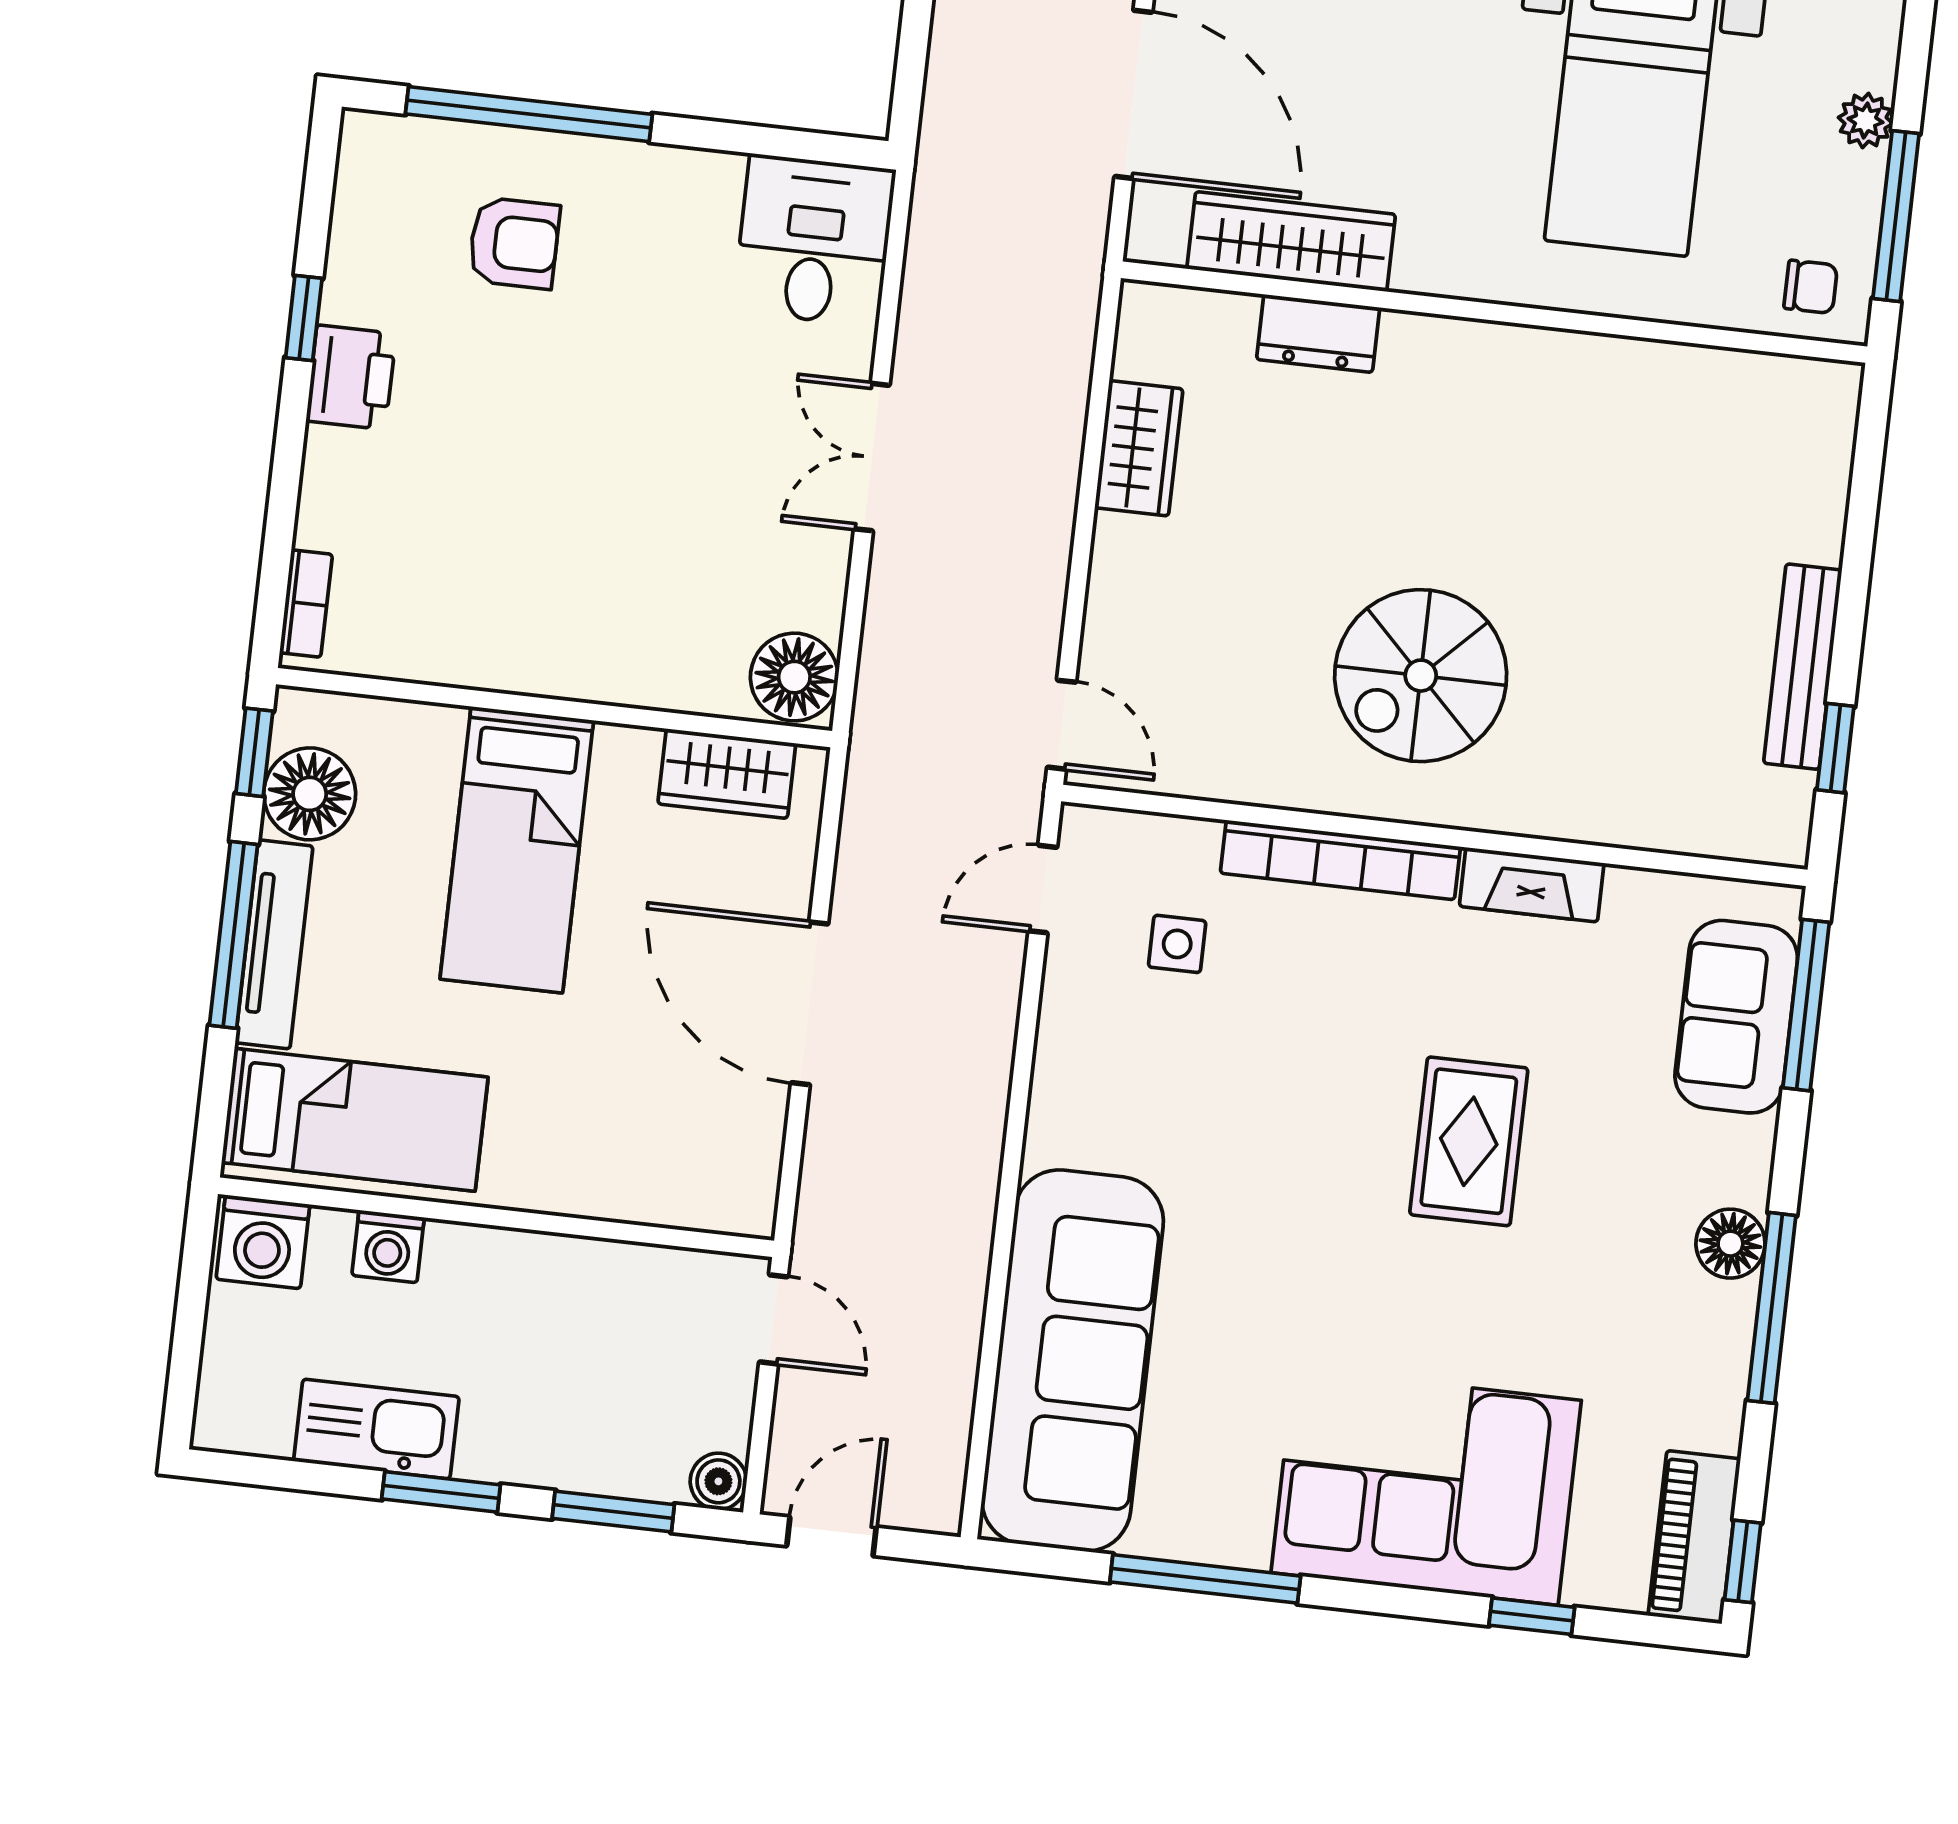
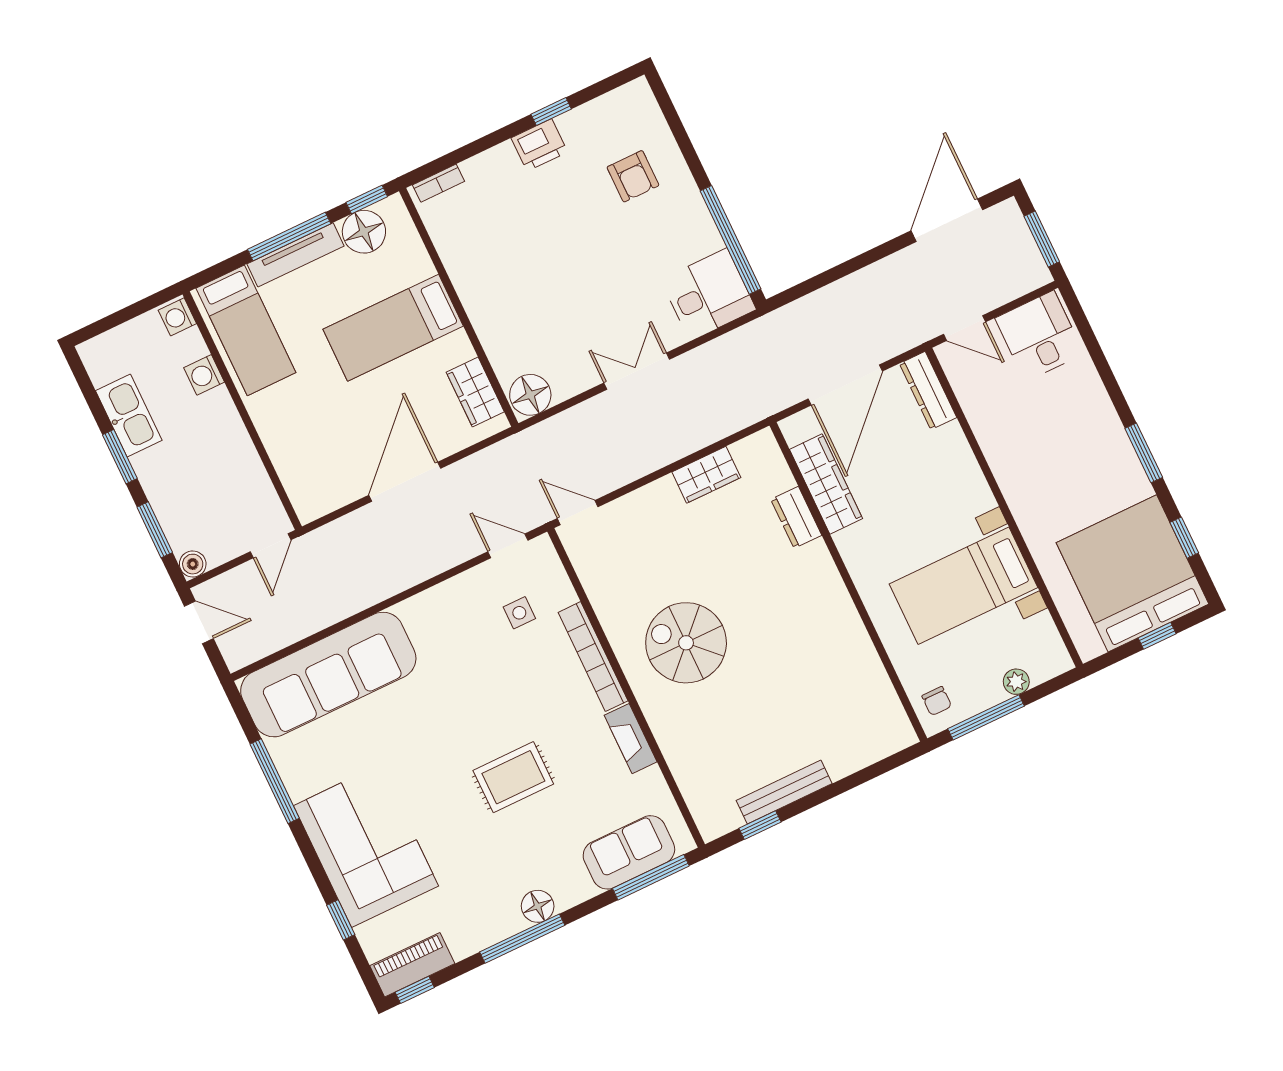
window: (529, 114) -> (730, 240), moved
door: (1062, 725) -> (578, 513), swing flipped
washing machine: (263, 1242) -> (177, 317), width x0.73, depth x0.73

